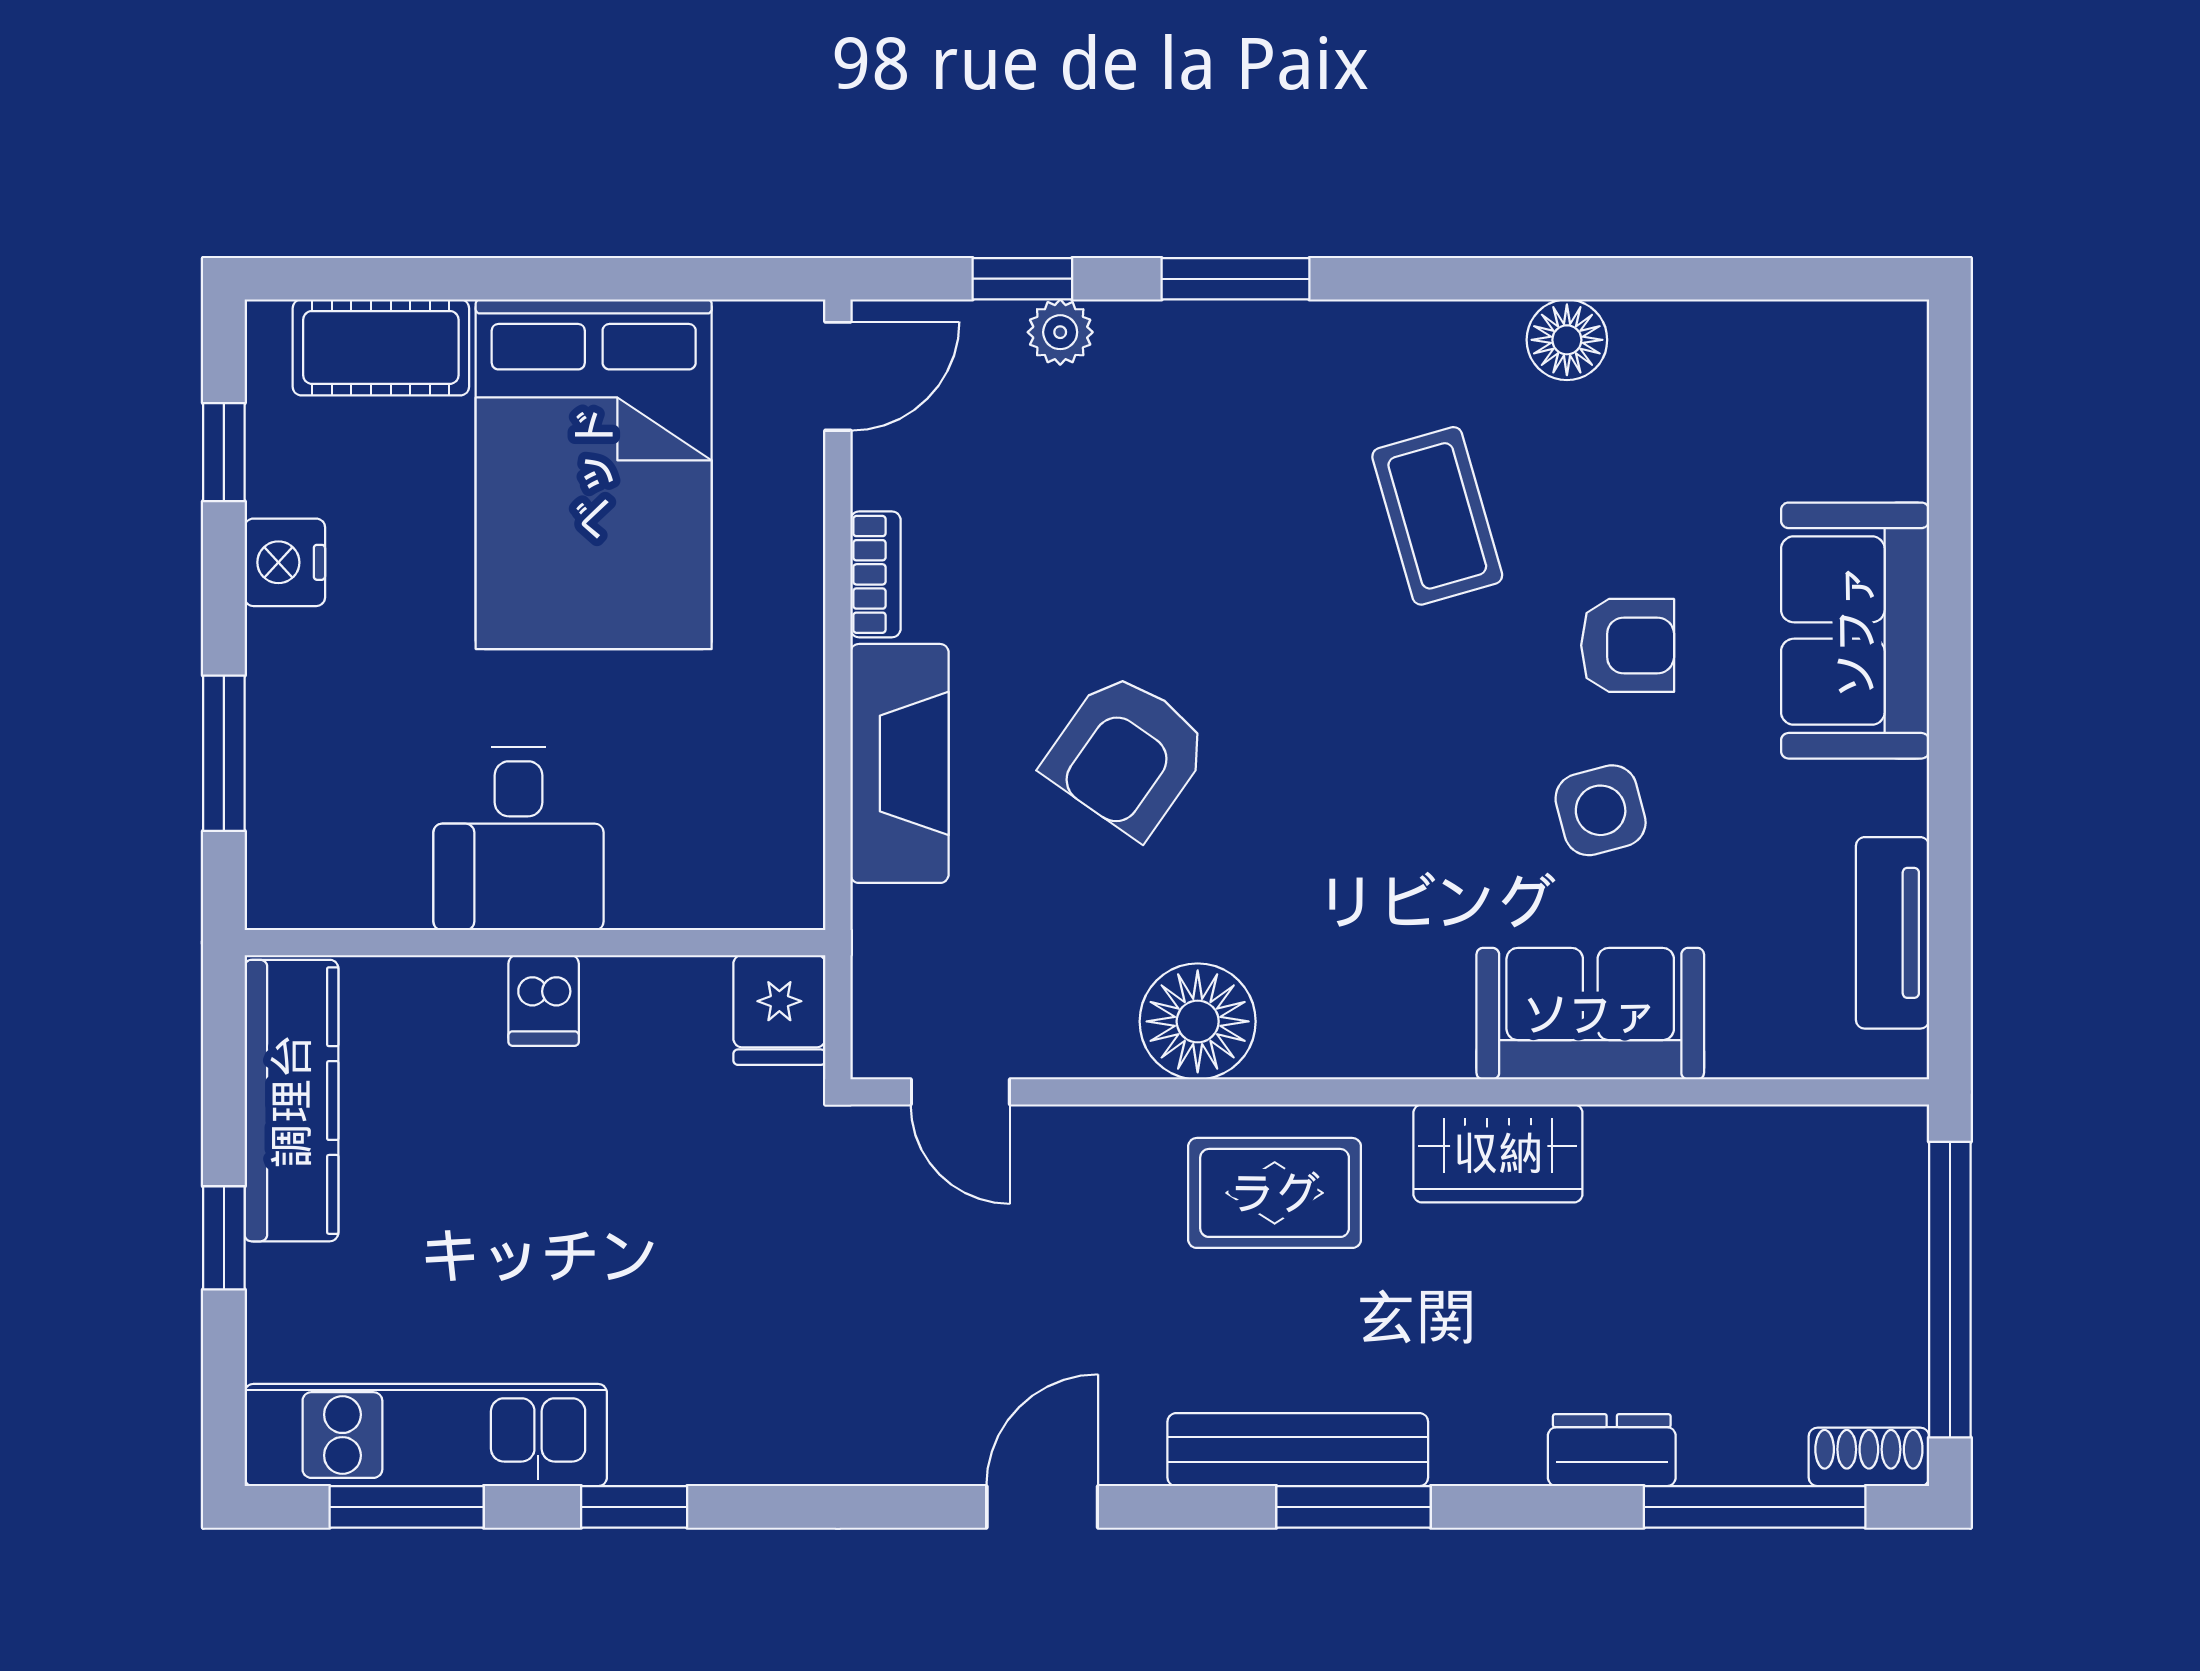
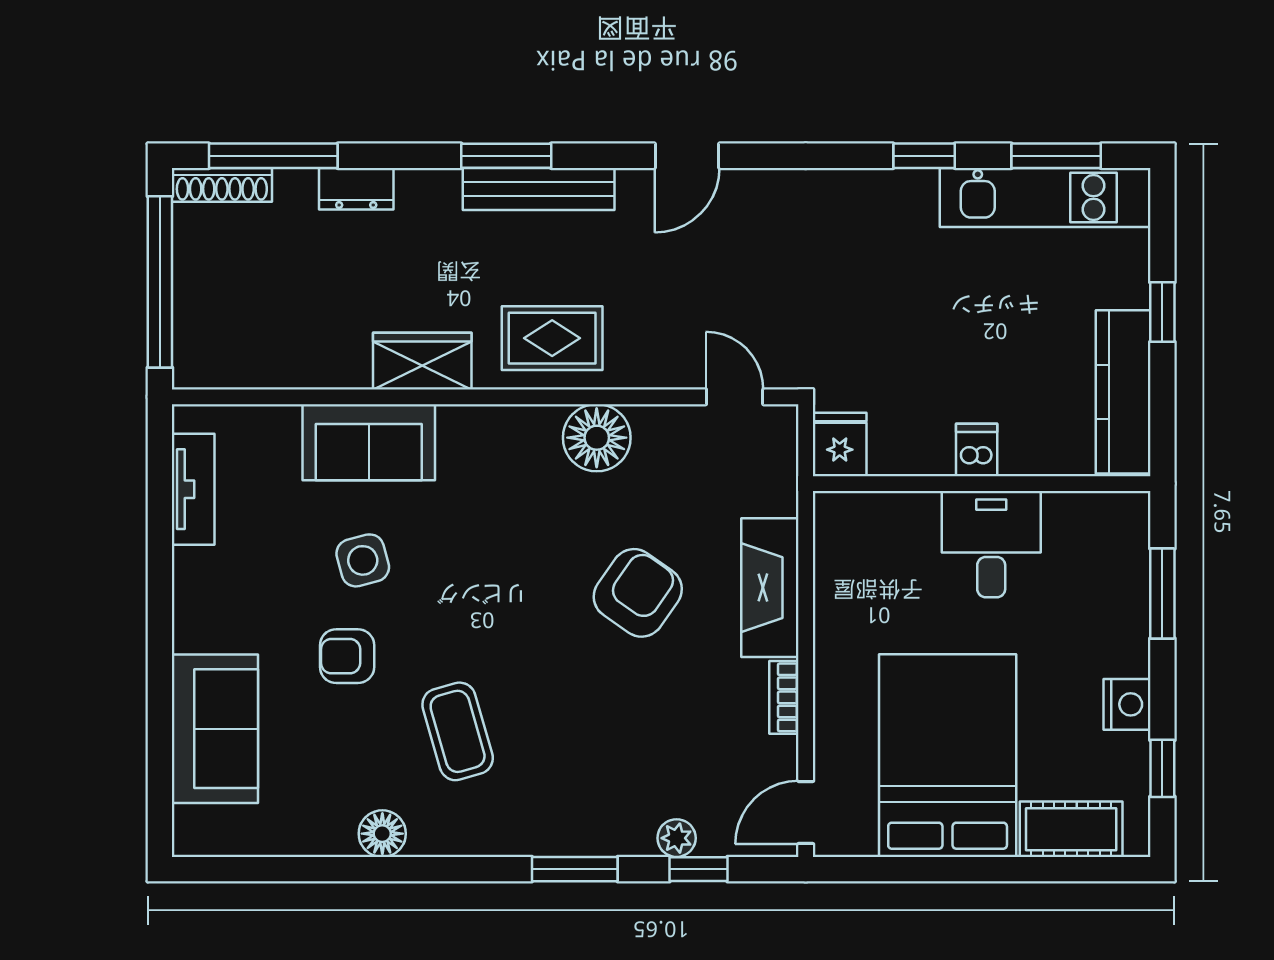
sofa: (1855, 631) -> (215, 729), moved
shoe rack: (1869, 1457) -> (222, 185), width x1.43

